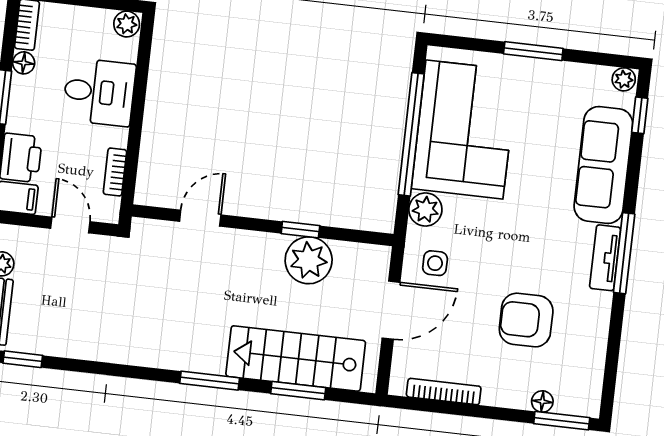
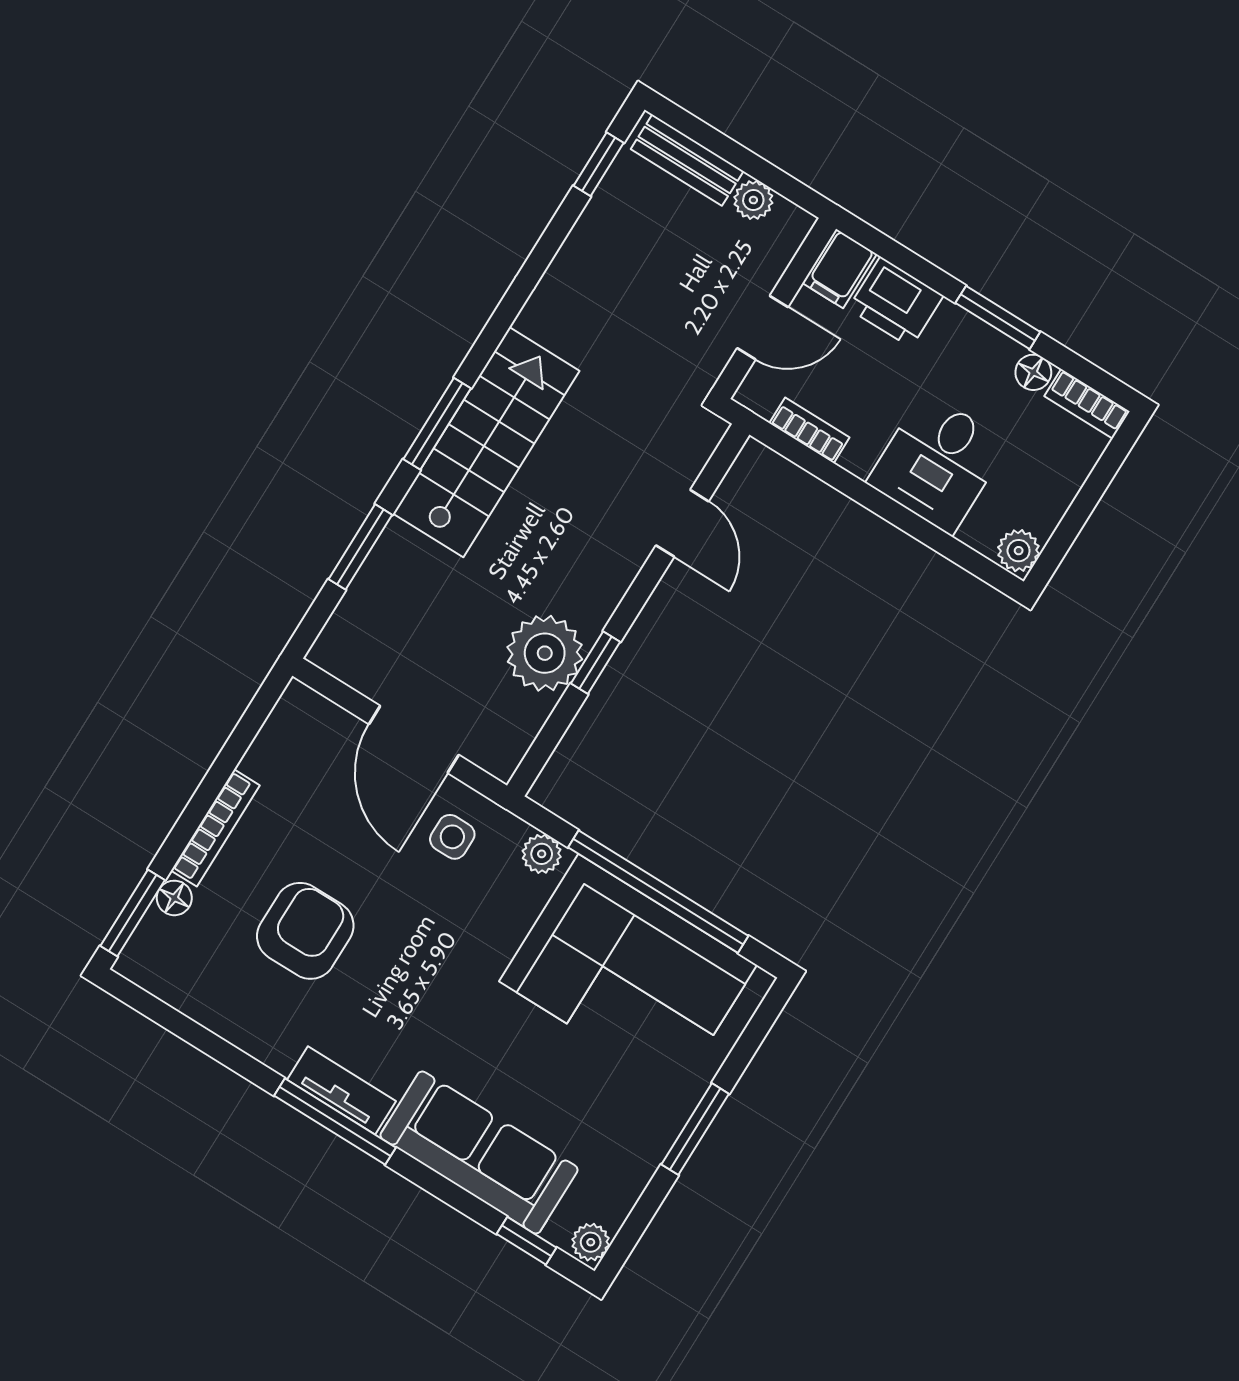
plant: (425, 210) -> (542, 854), width x0.73, depth x0.73
stairs: (296, 358) -> (486, 442), moved
bookcase: (444, 392) -> (215, 828), moved

